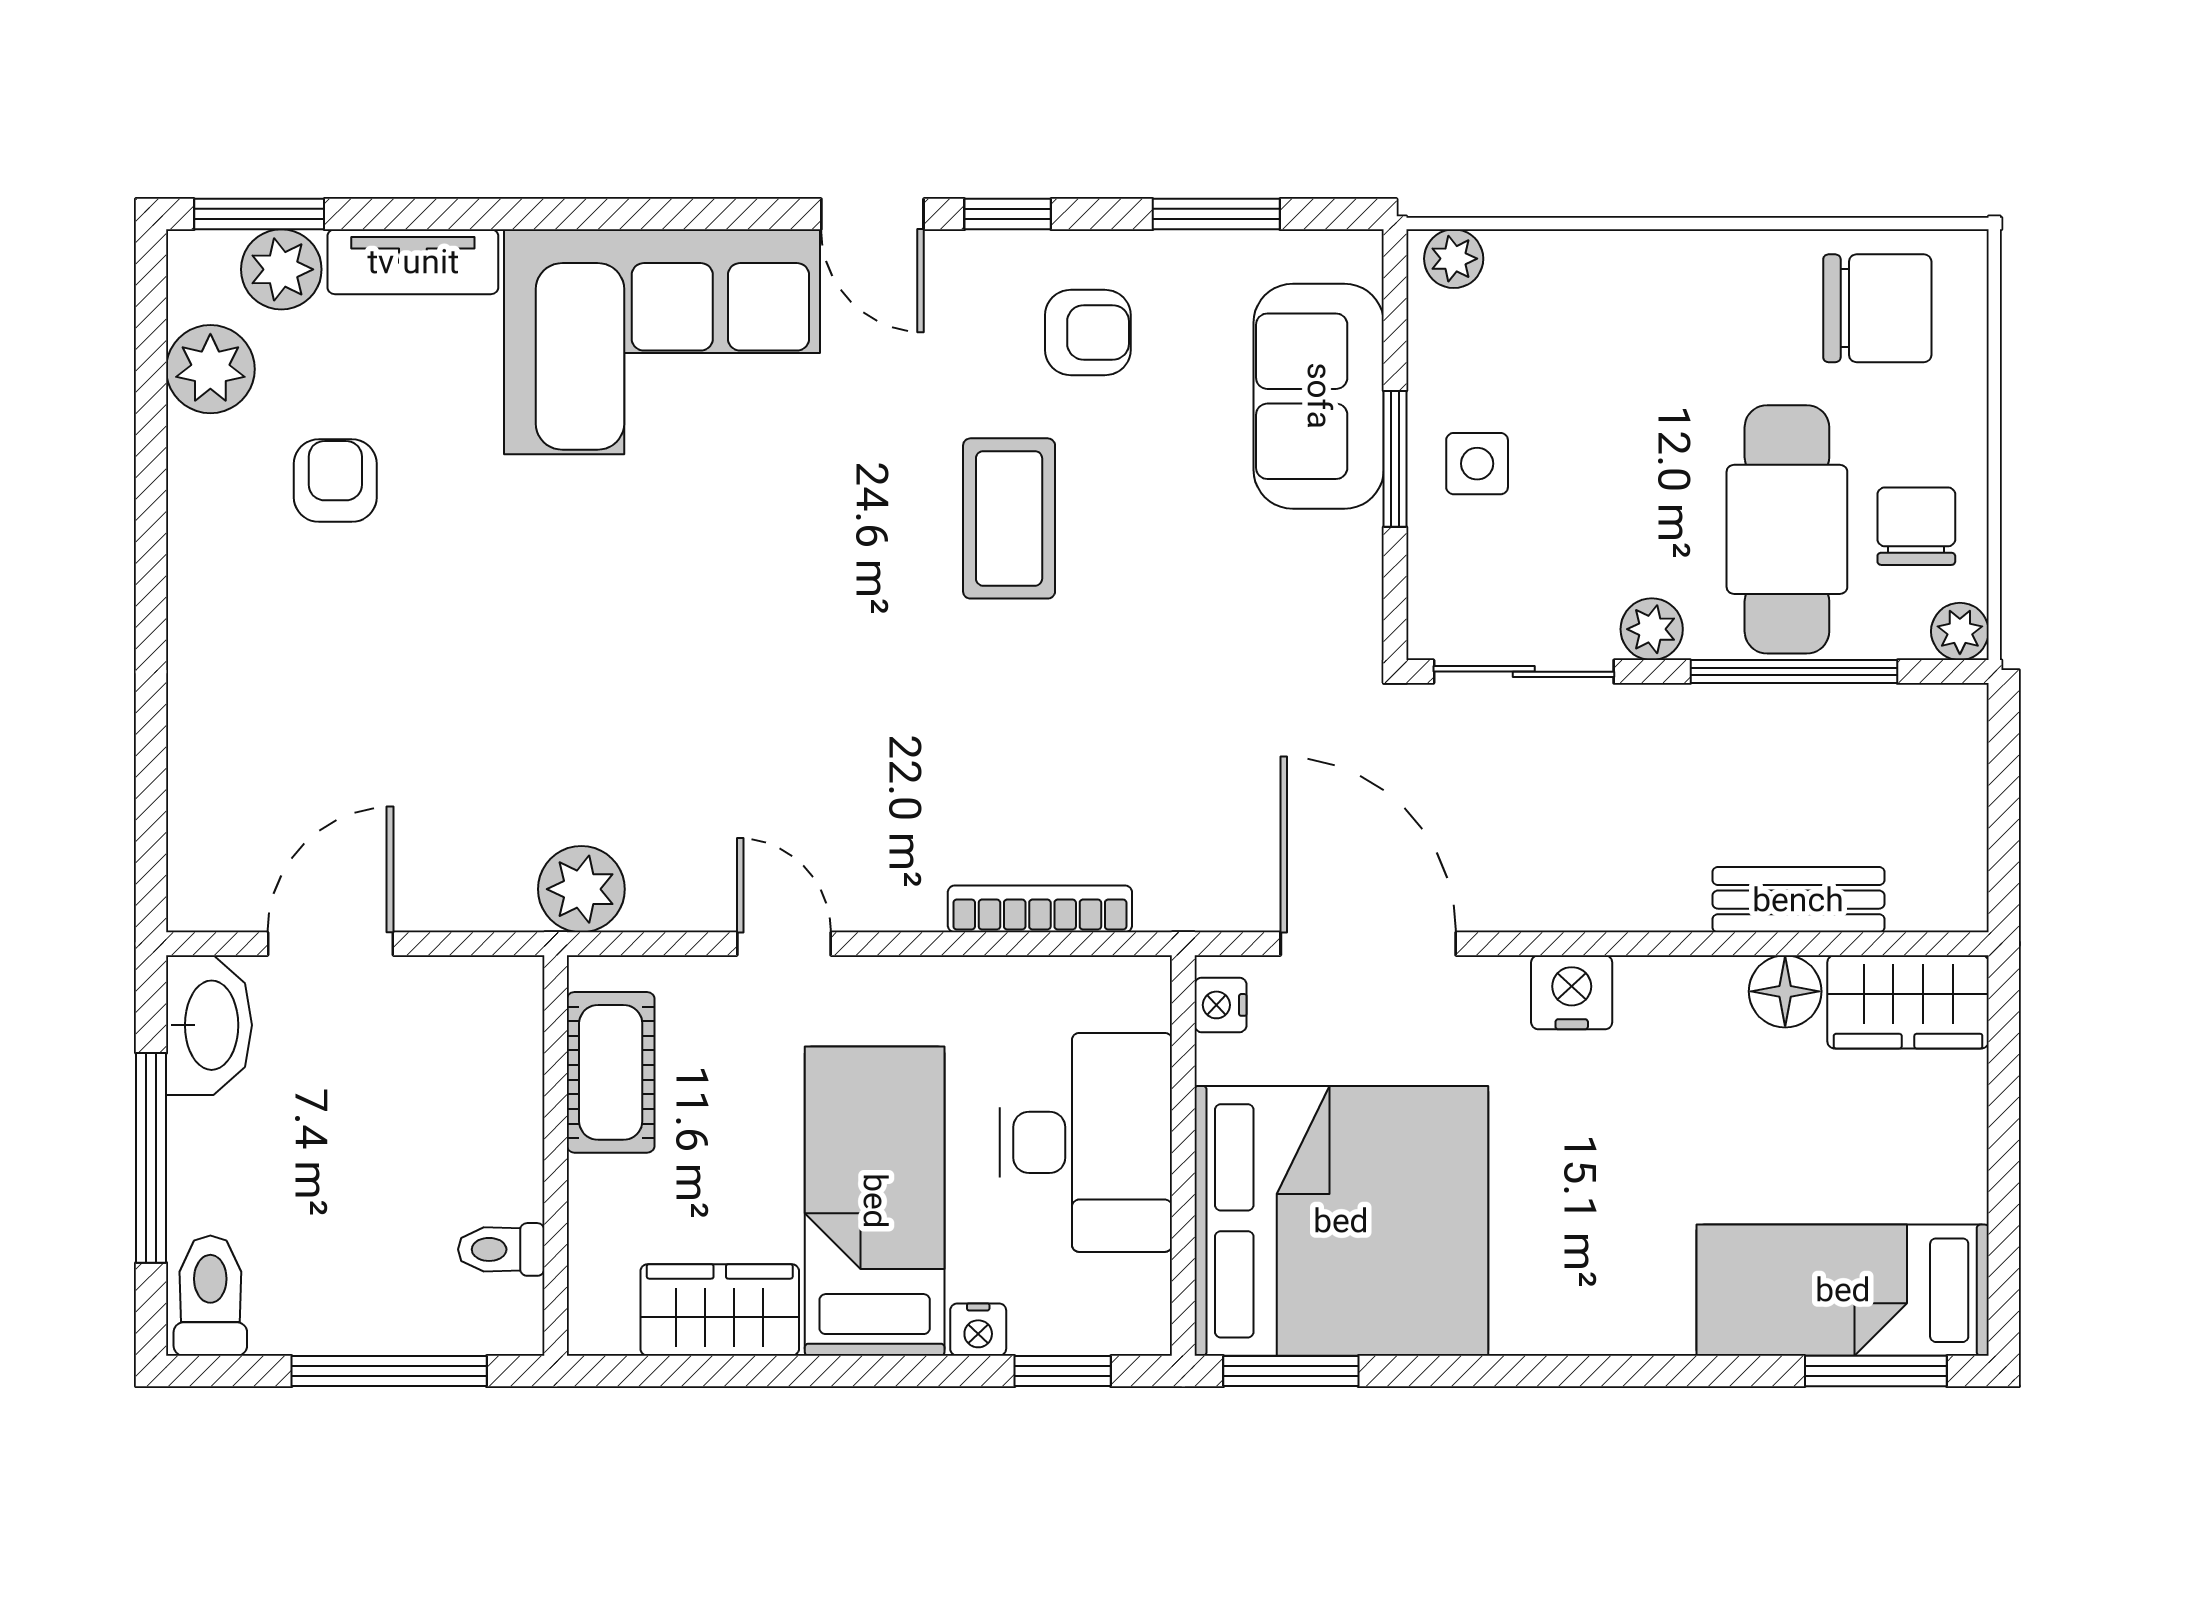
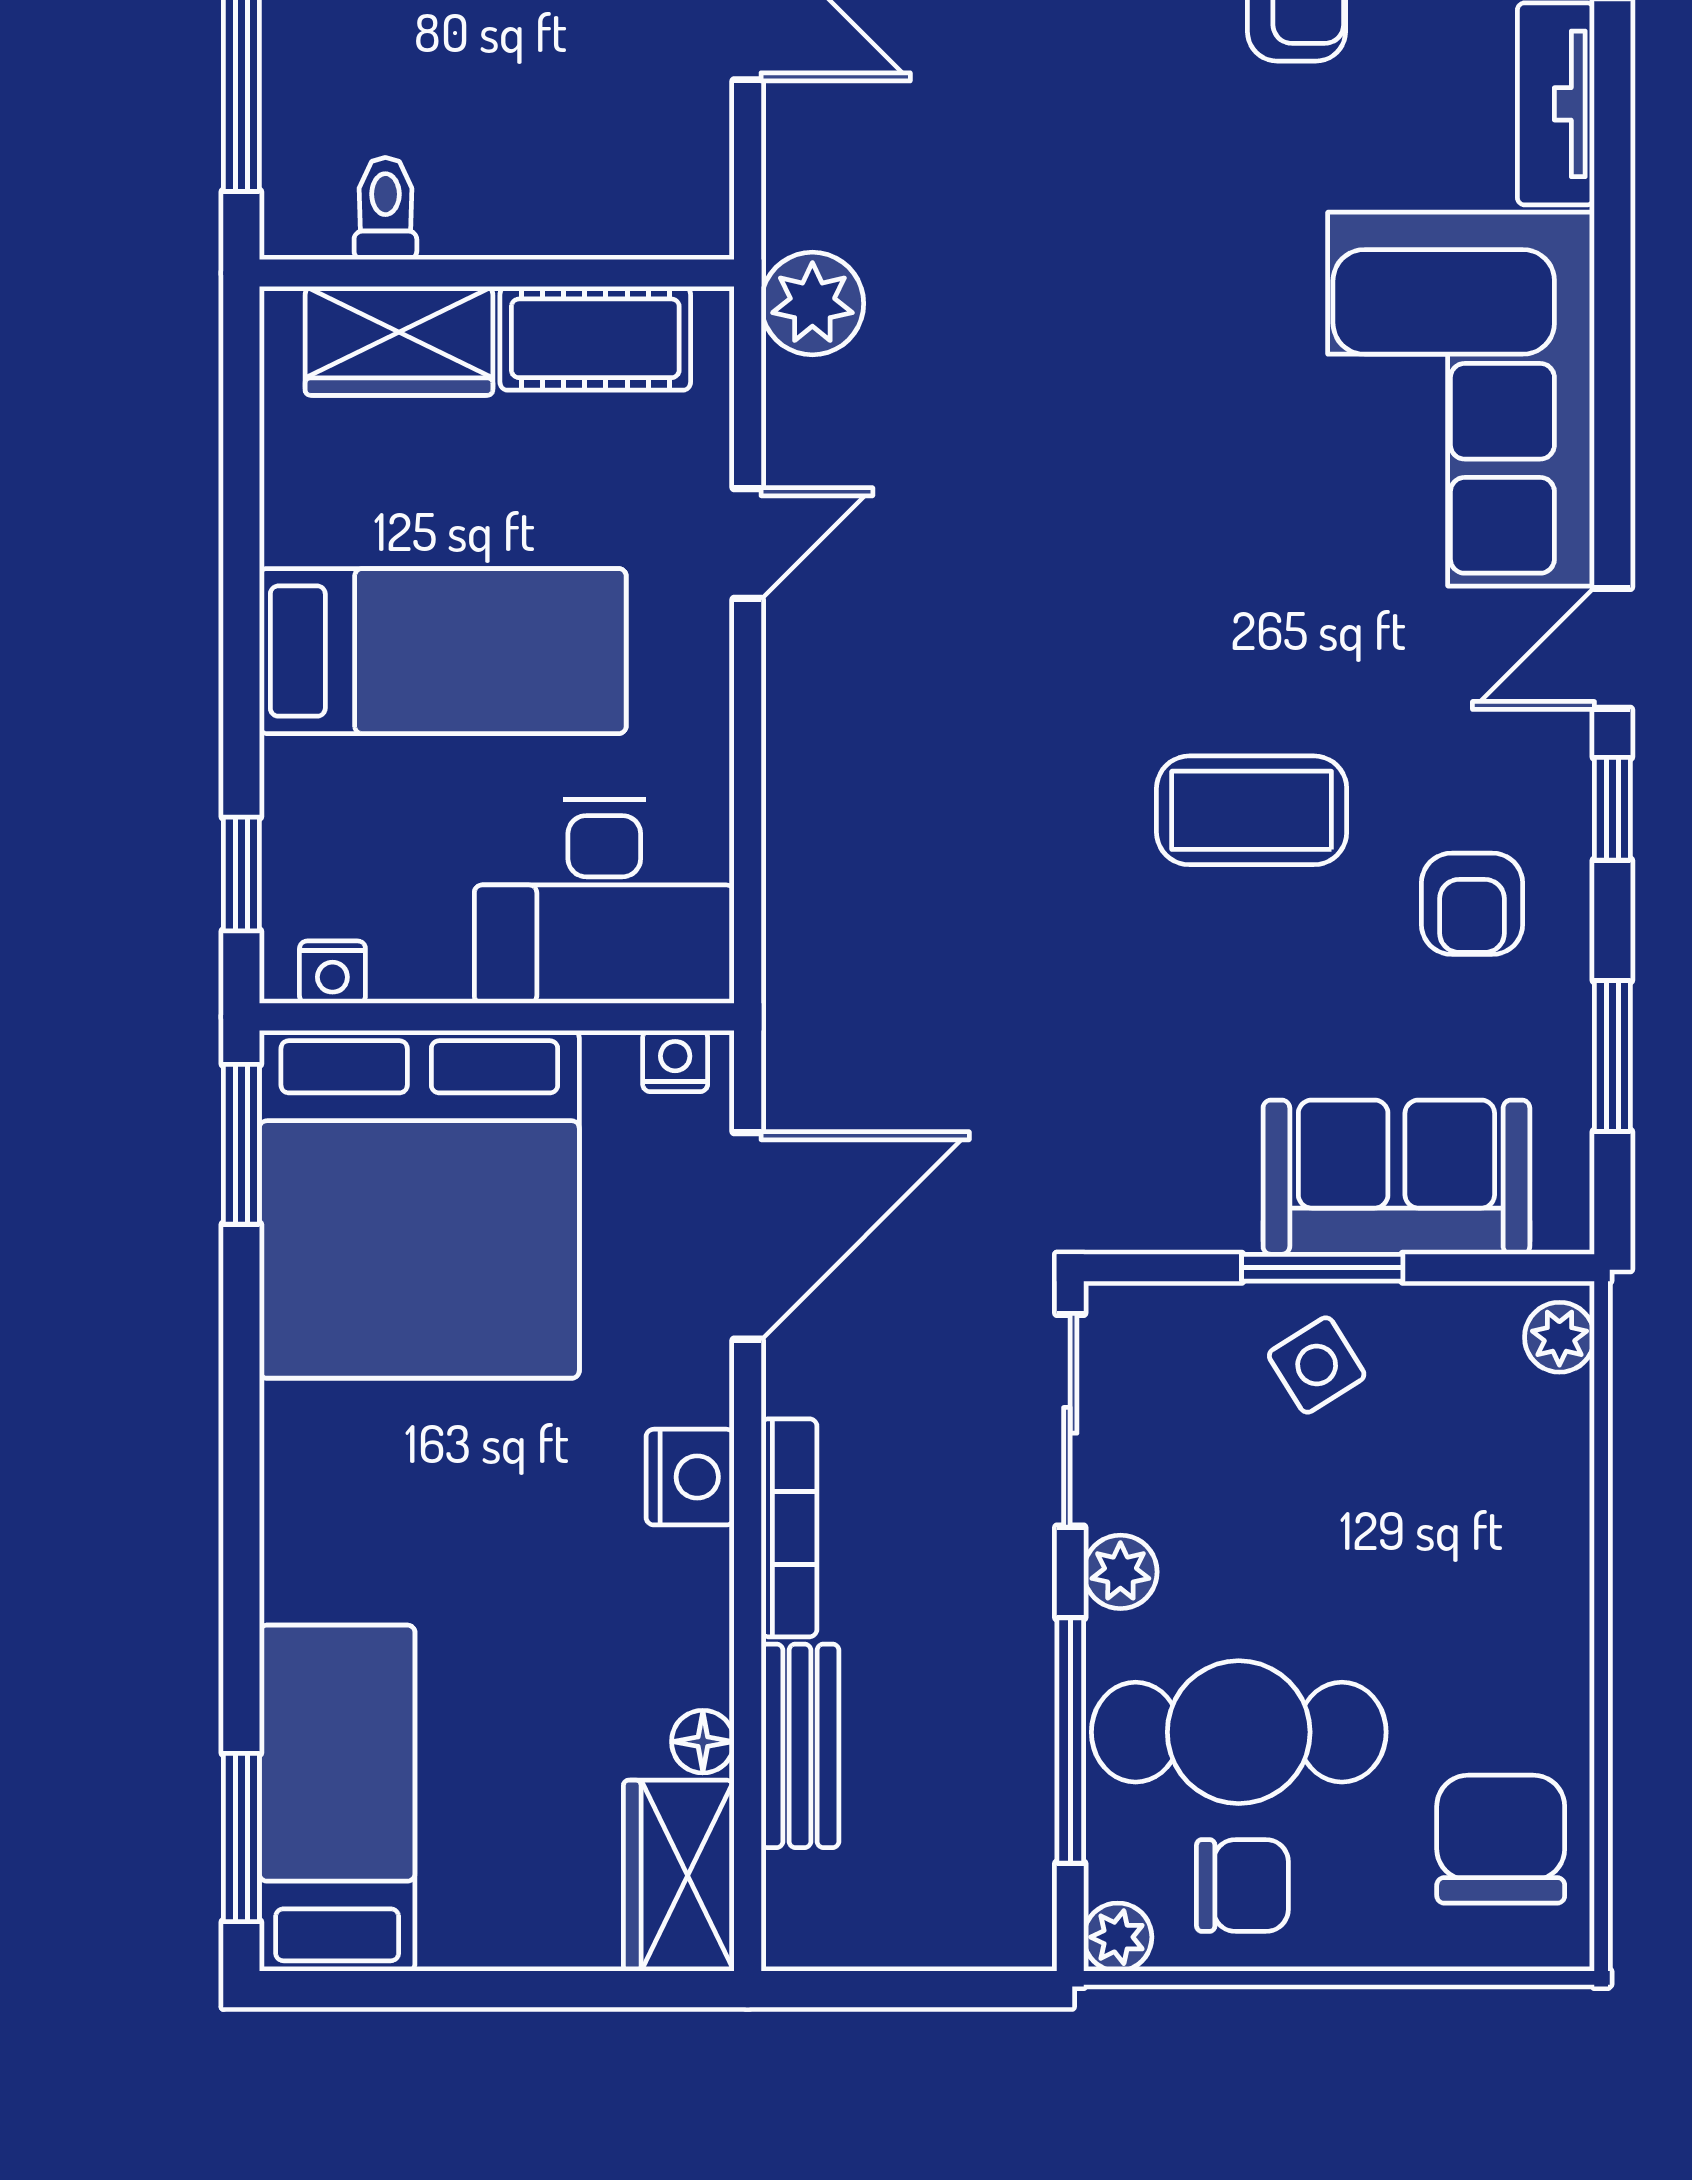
chair: (1877, 308) -> (1501, 1839), turned 180
side table: (1477, 464) -> (1317, 1365), turned -32
bookcase: (1040, 909) -> (789, 1528), moved
floor lamp: (1785, 991) -> (703, 1742), width x0.73, depth x0.73
desk: (1086, 1142) -> (604, 901), moved
wardrobe: (720, 1310) -> (399, 341), moved, turned 90
nightstand: (978, 1330) -> (332, 972), moved, turned -90

